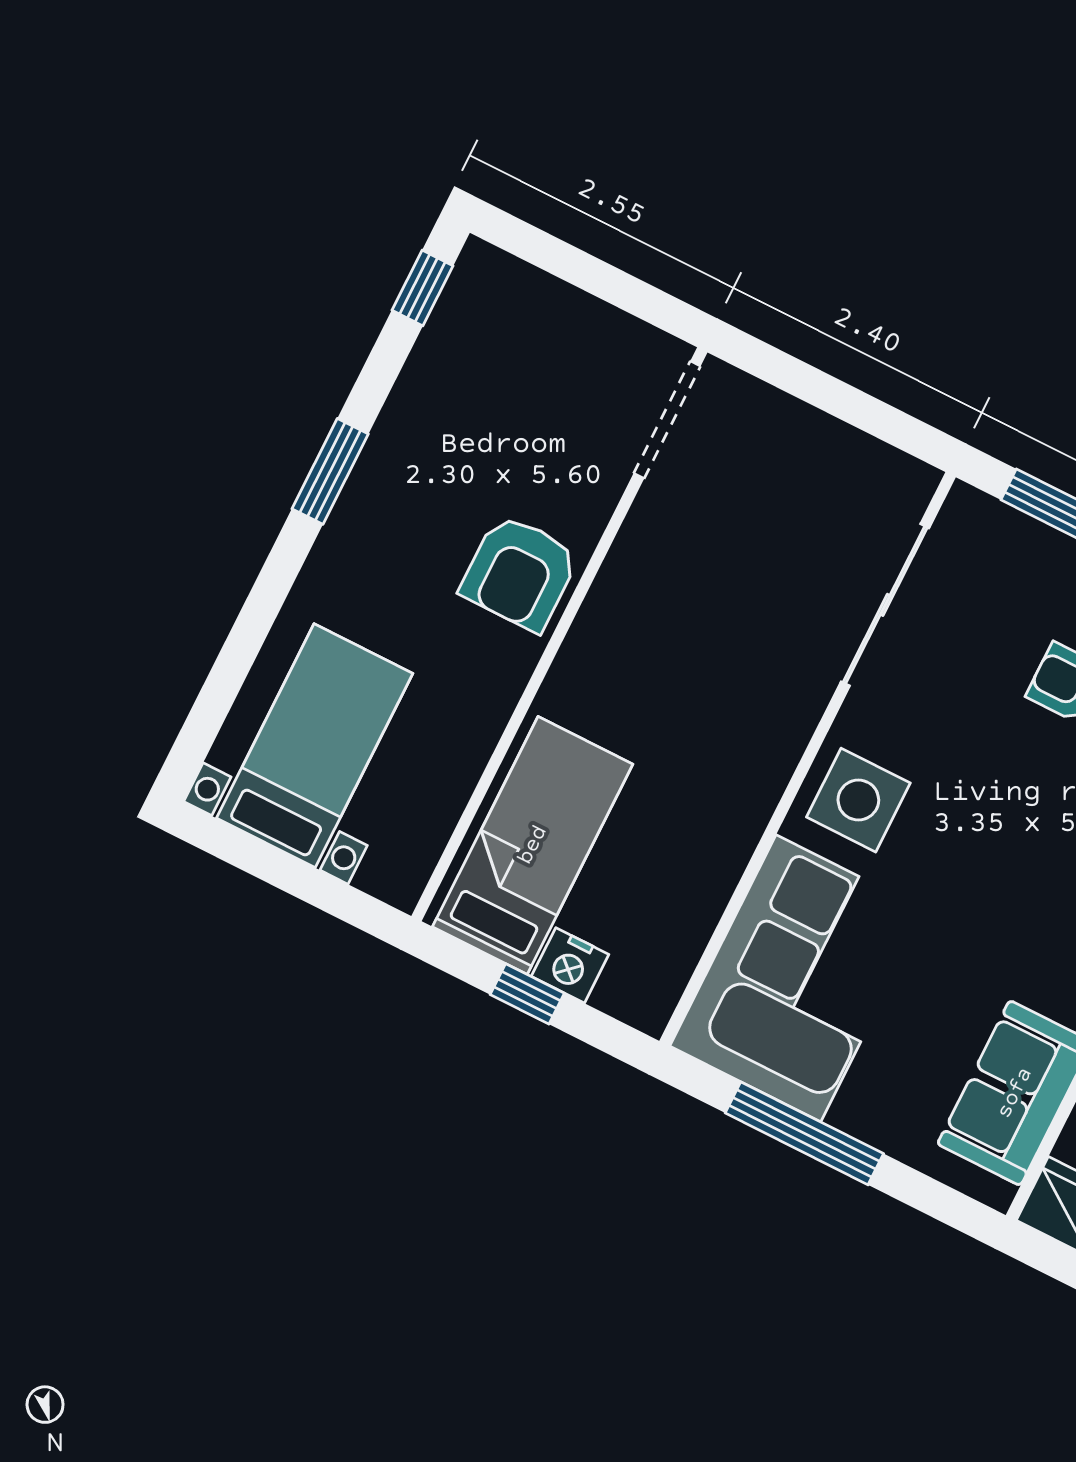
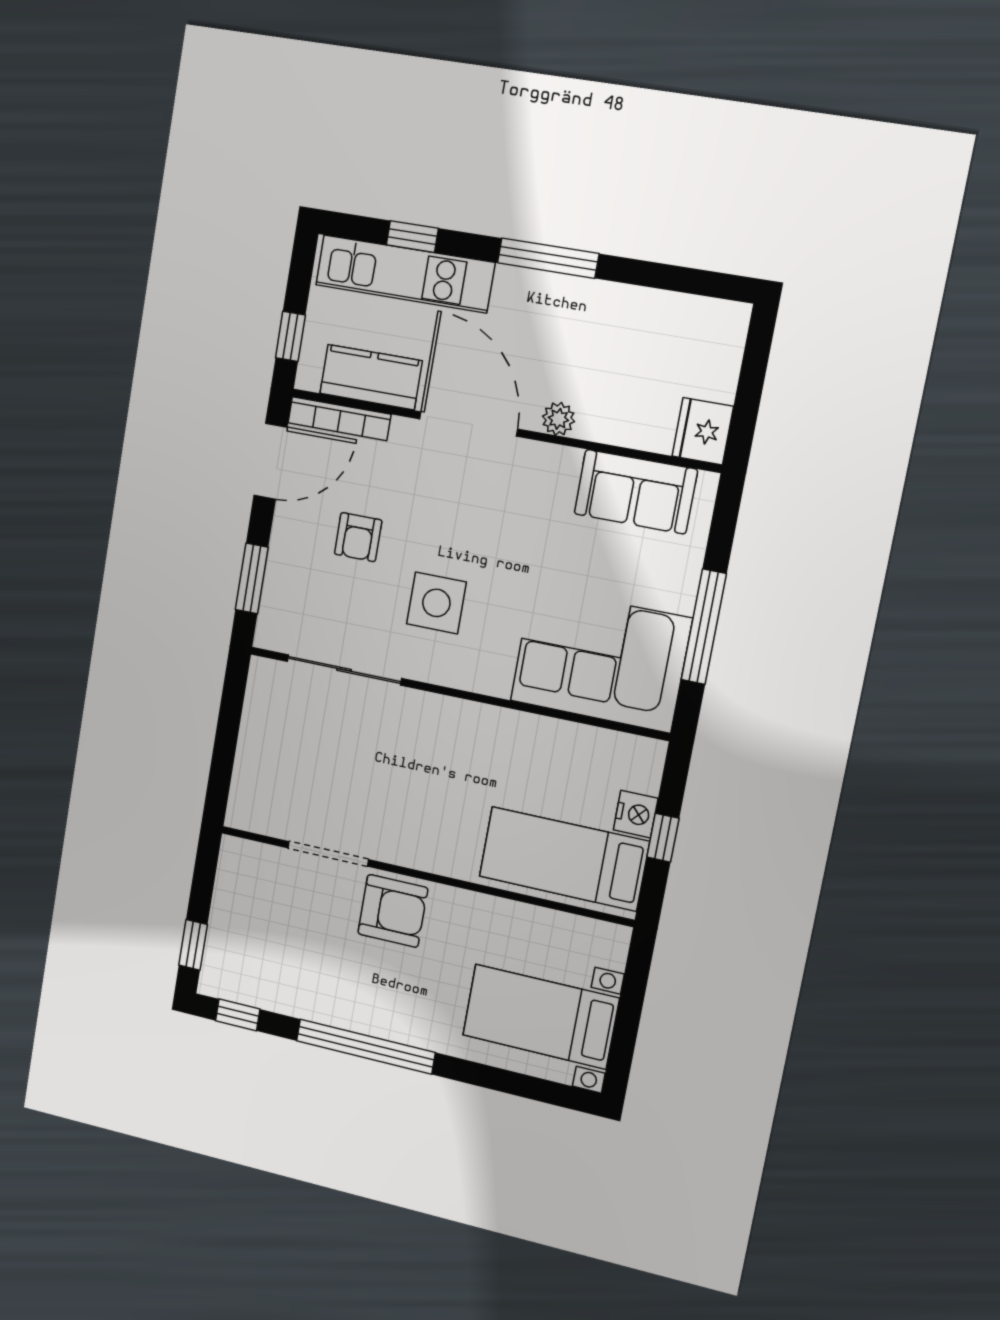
window: (543, 250) -> (193, 945), added
doorway: (667, 420) -> (328, 854), moved
window: (330, 471) -> (366, 1047), width x2.11
side table: (858, 800) -> (436, 603), moved

